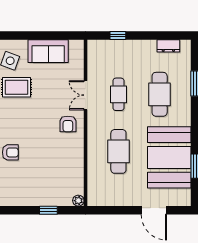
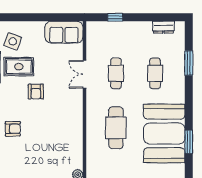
sofa: (48, 51) -> (64, 32), moved
cafe table: (160, 94) -> (155, 73), width x0.73, depth x0.74
armchair: (68, 124) -> (36, 92), moved

